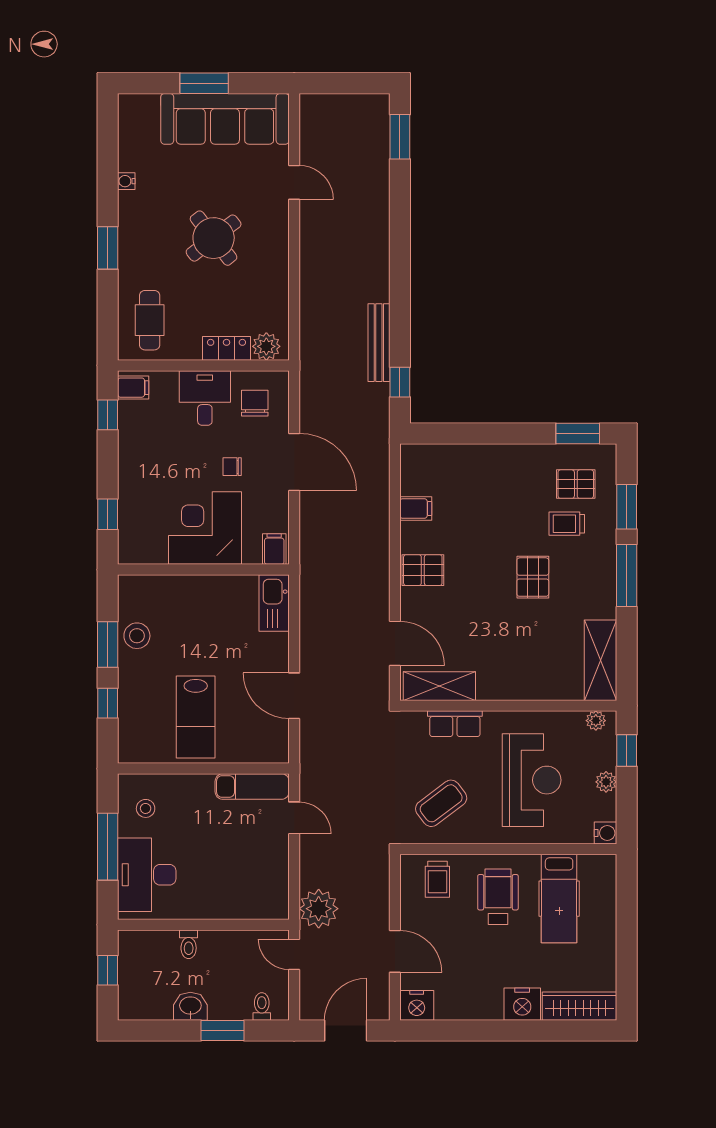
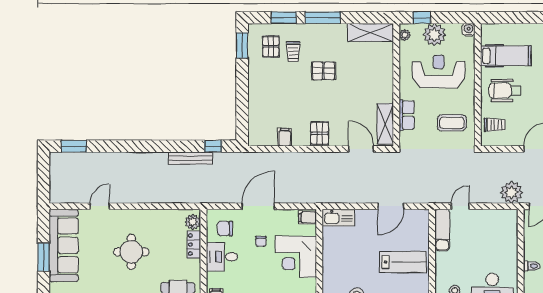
round table: (214, 238) -> (131, 252), turned 38
door: (395, 643) -> (361, 149), hinge flipped
plant: (606, 782) -> (434, 35), width x1.88, depth x1.88
coffee table: (441, 803) -> (452, 123), turned -53

